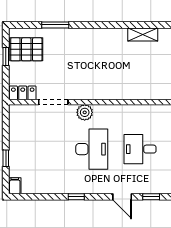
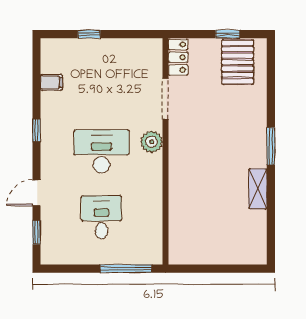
window: (55, 25) -> (271, 146), moved
shelving: (143, 34) -> (258, 189), moved
desk: (92, 149) -> (101, 151), turned 180
filing cabinet: (15, 186) -> (51, 82), moved

